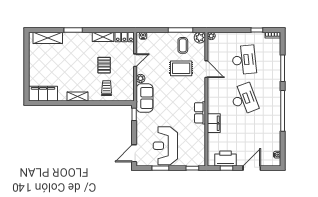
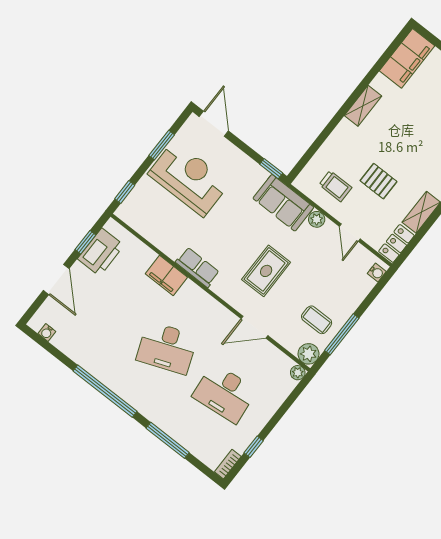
rug: (181, 68) -> (266, 271), moved
trolley: (107, 88) -> (335, 186), moved

